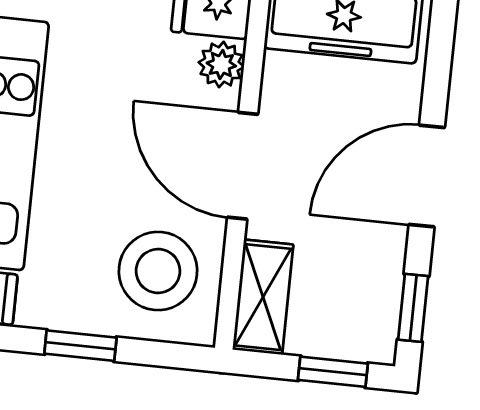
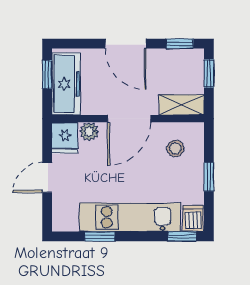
stool: (158, 271) -> (175, 148), width x0.53, depth x0.53

